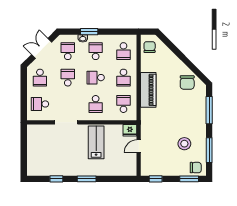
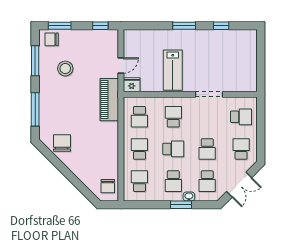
piano: (148, 90) -> (109, 100), moved

